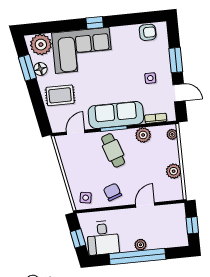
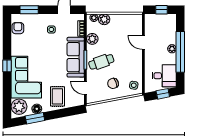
window: (176, 60) -> (29, 10), moved
plant: (174, 171) -> (104, 19), moved
chair: (112, 192) -> (113, 83), moved

